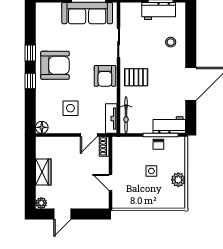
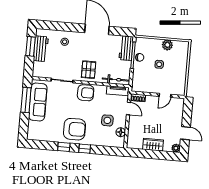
armchair: (55, 65) -> (74, 129), turned 90
floor lamp: (42, 127) -> (121, 132), moved

